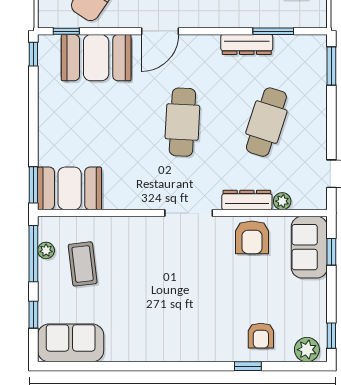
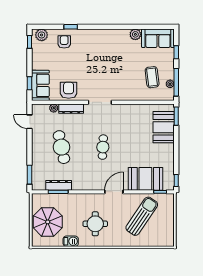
dresser: (247, 44) -> (59, 185), moved
cafe table: (182, 122) -> (103, 147), width x0.73, depth x0.74
cafe table: (266, 122) -> (61, 147), turned -30
booth: (70, 188) -> (164, 127), moved, turned 90
plant: (117, 351) -> (135, 34), added

